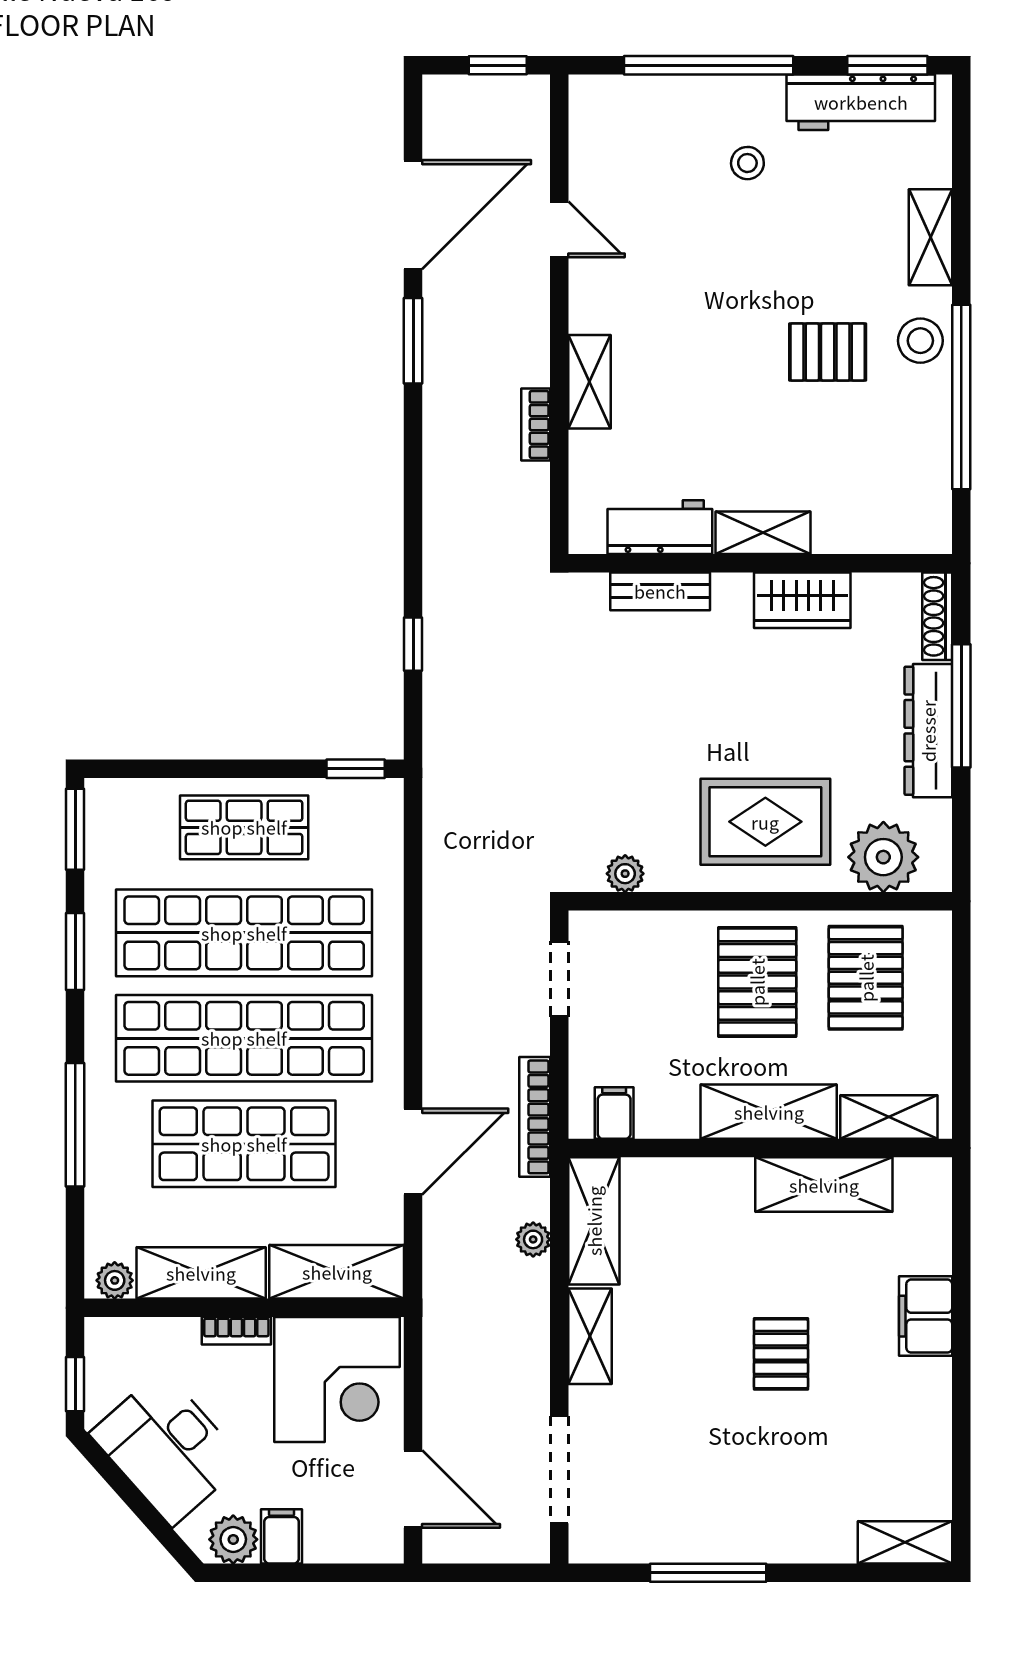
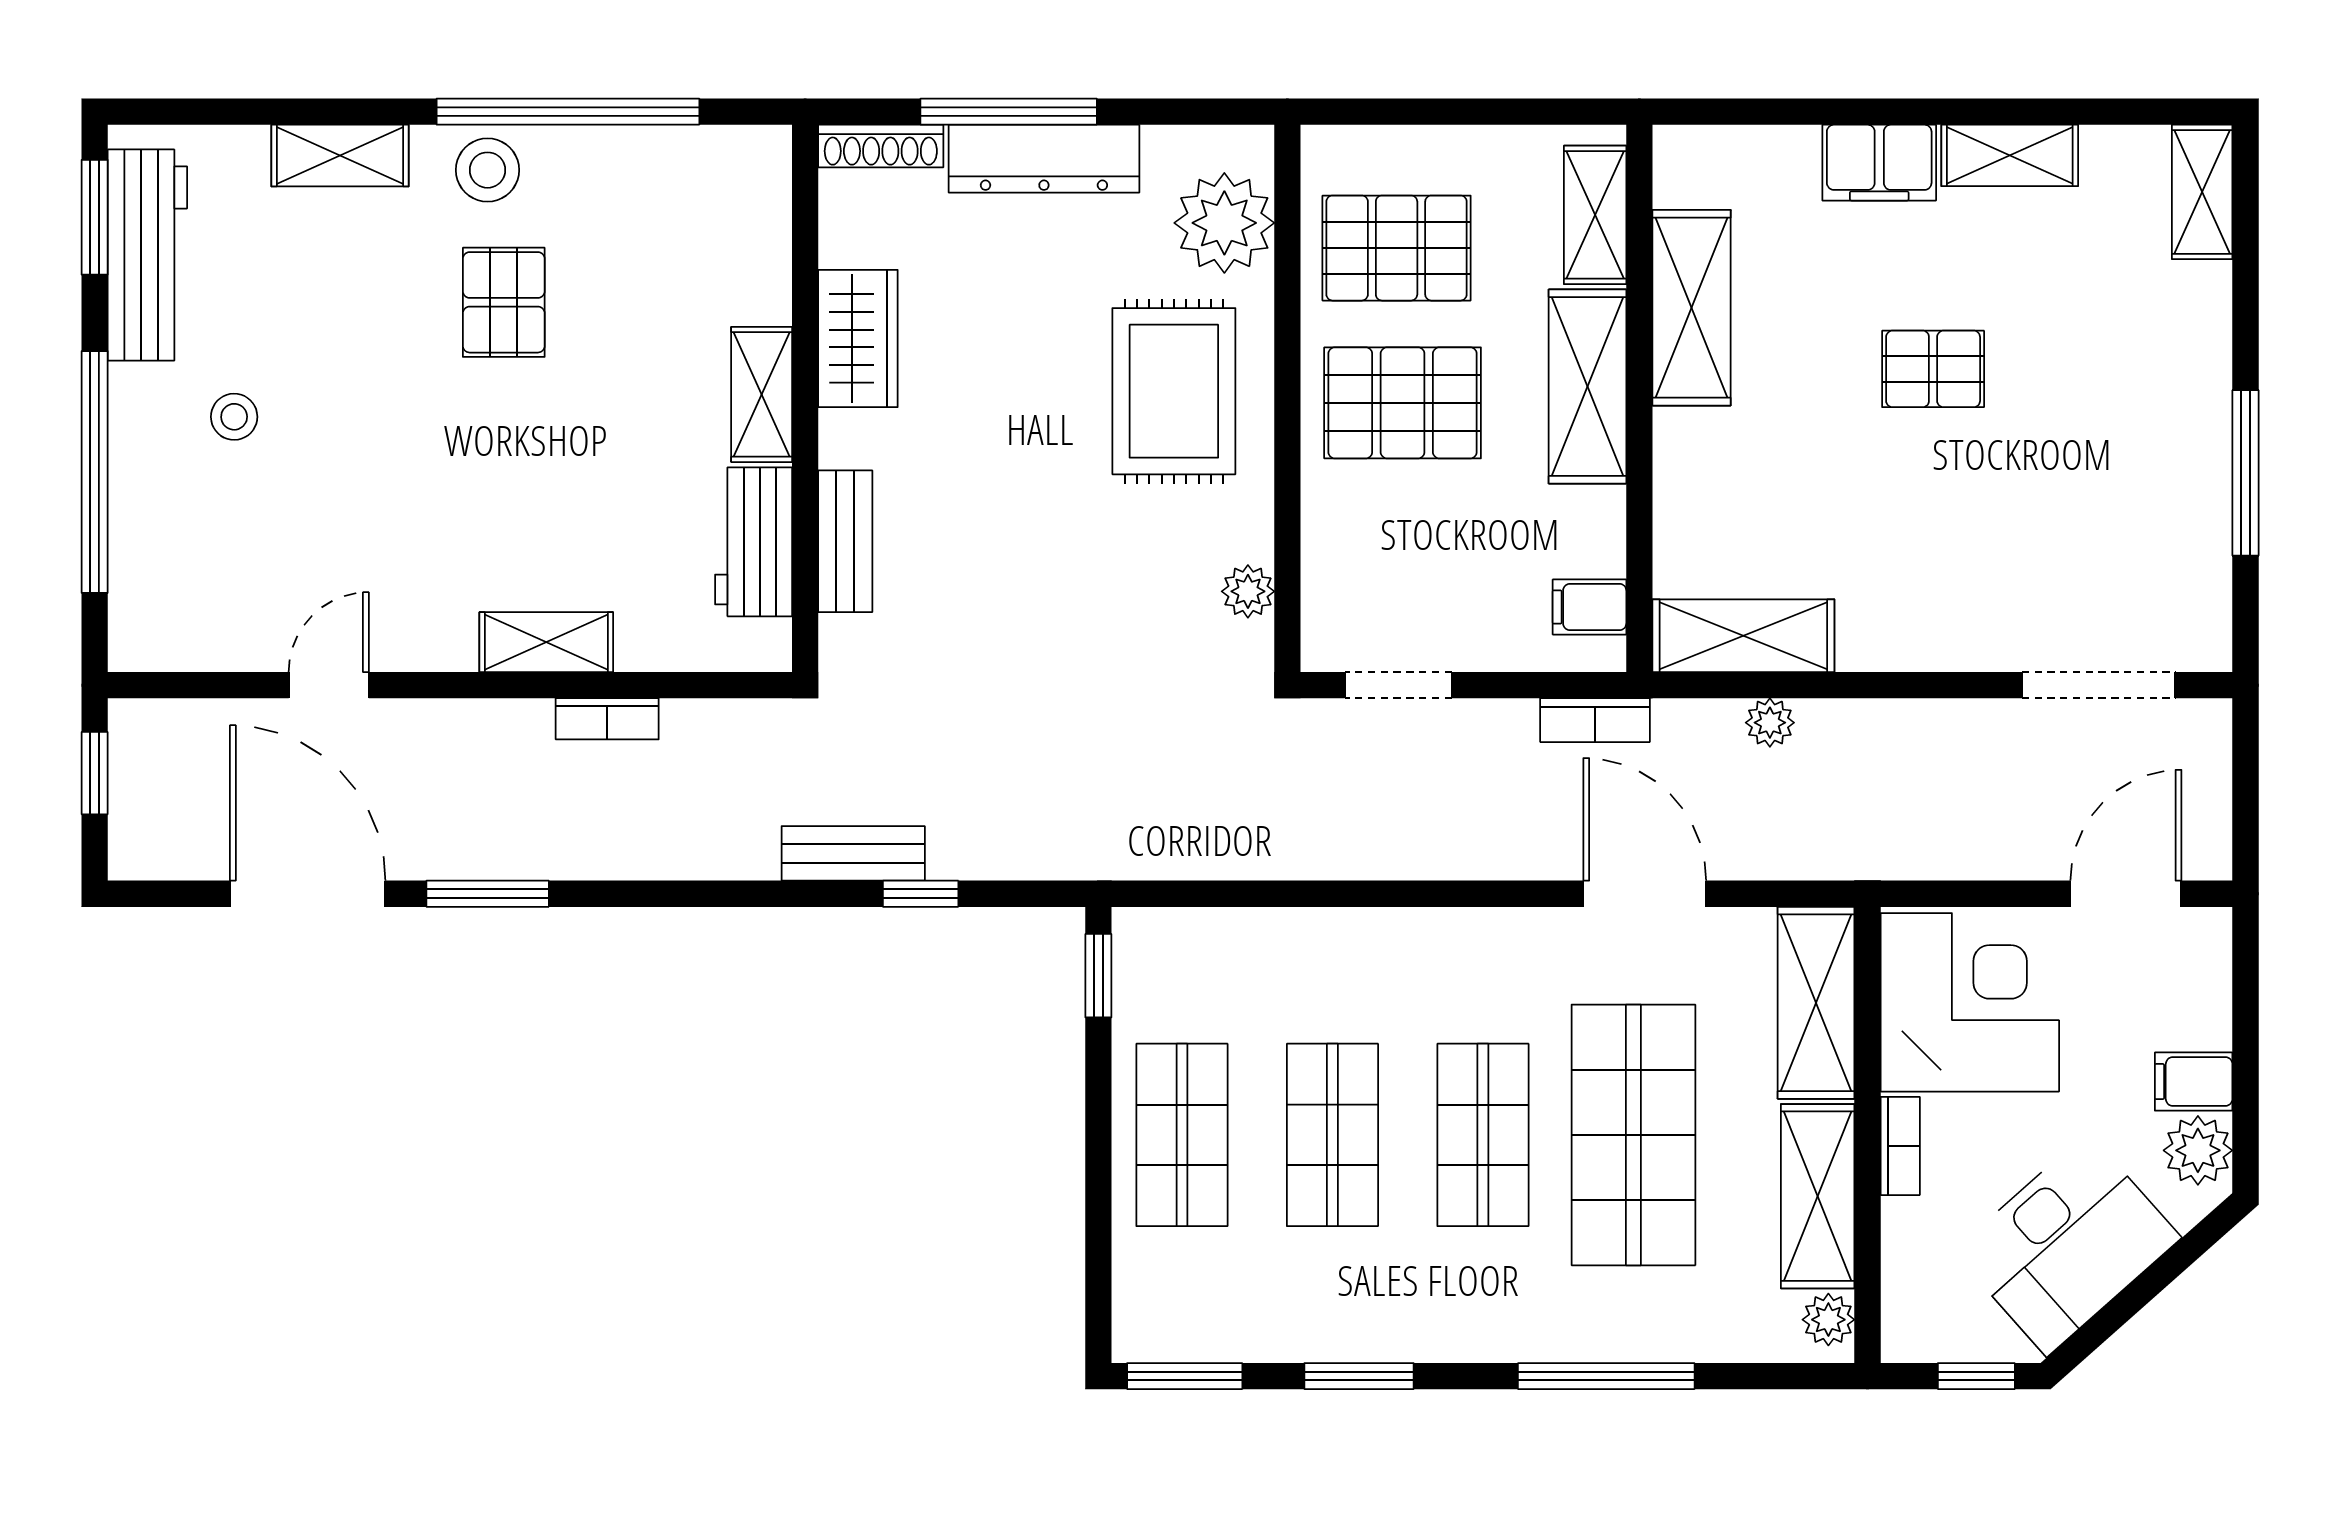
bench: (441, 597) -> (853, 853), added
shop shelf: (244, 933) -> (1332, 1135), width x0.50, depth x0.74
shop shelf: (244, 1038) -> (1483, 1135), width x0.50, depth x0.74
bookcase: (535, 1117) -> (1595, 720), width x0.64
shelving: (590, 1336) -> (2010, 155), moved

